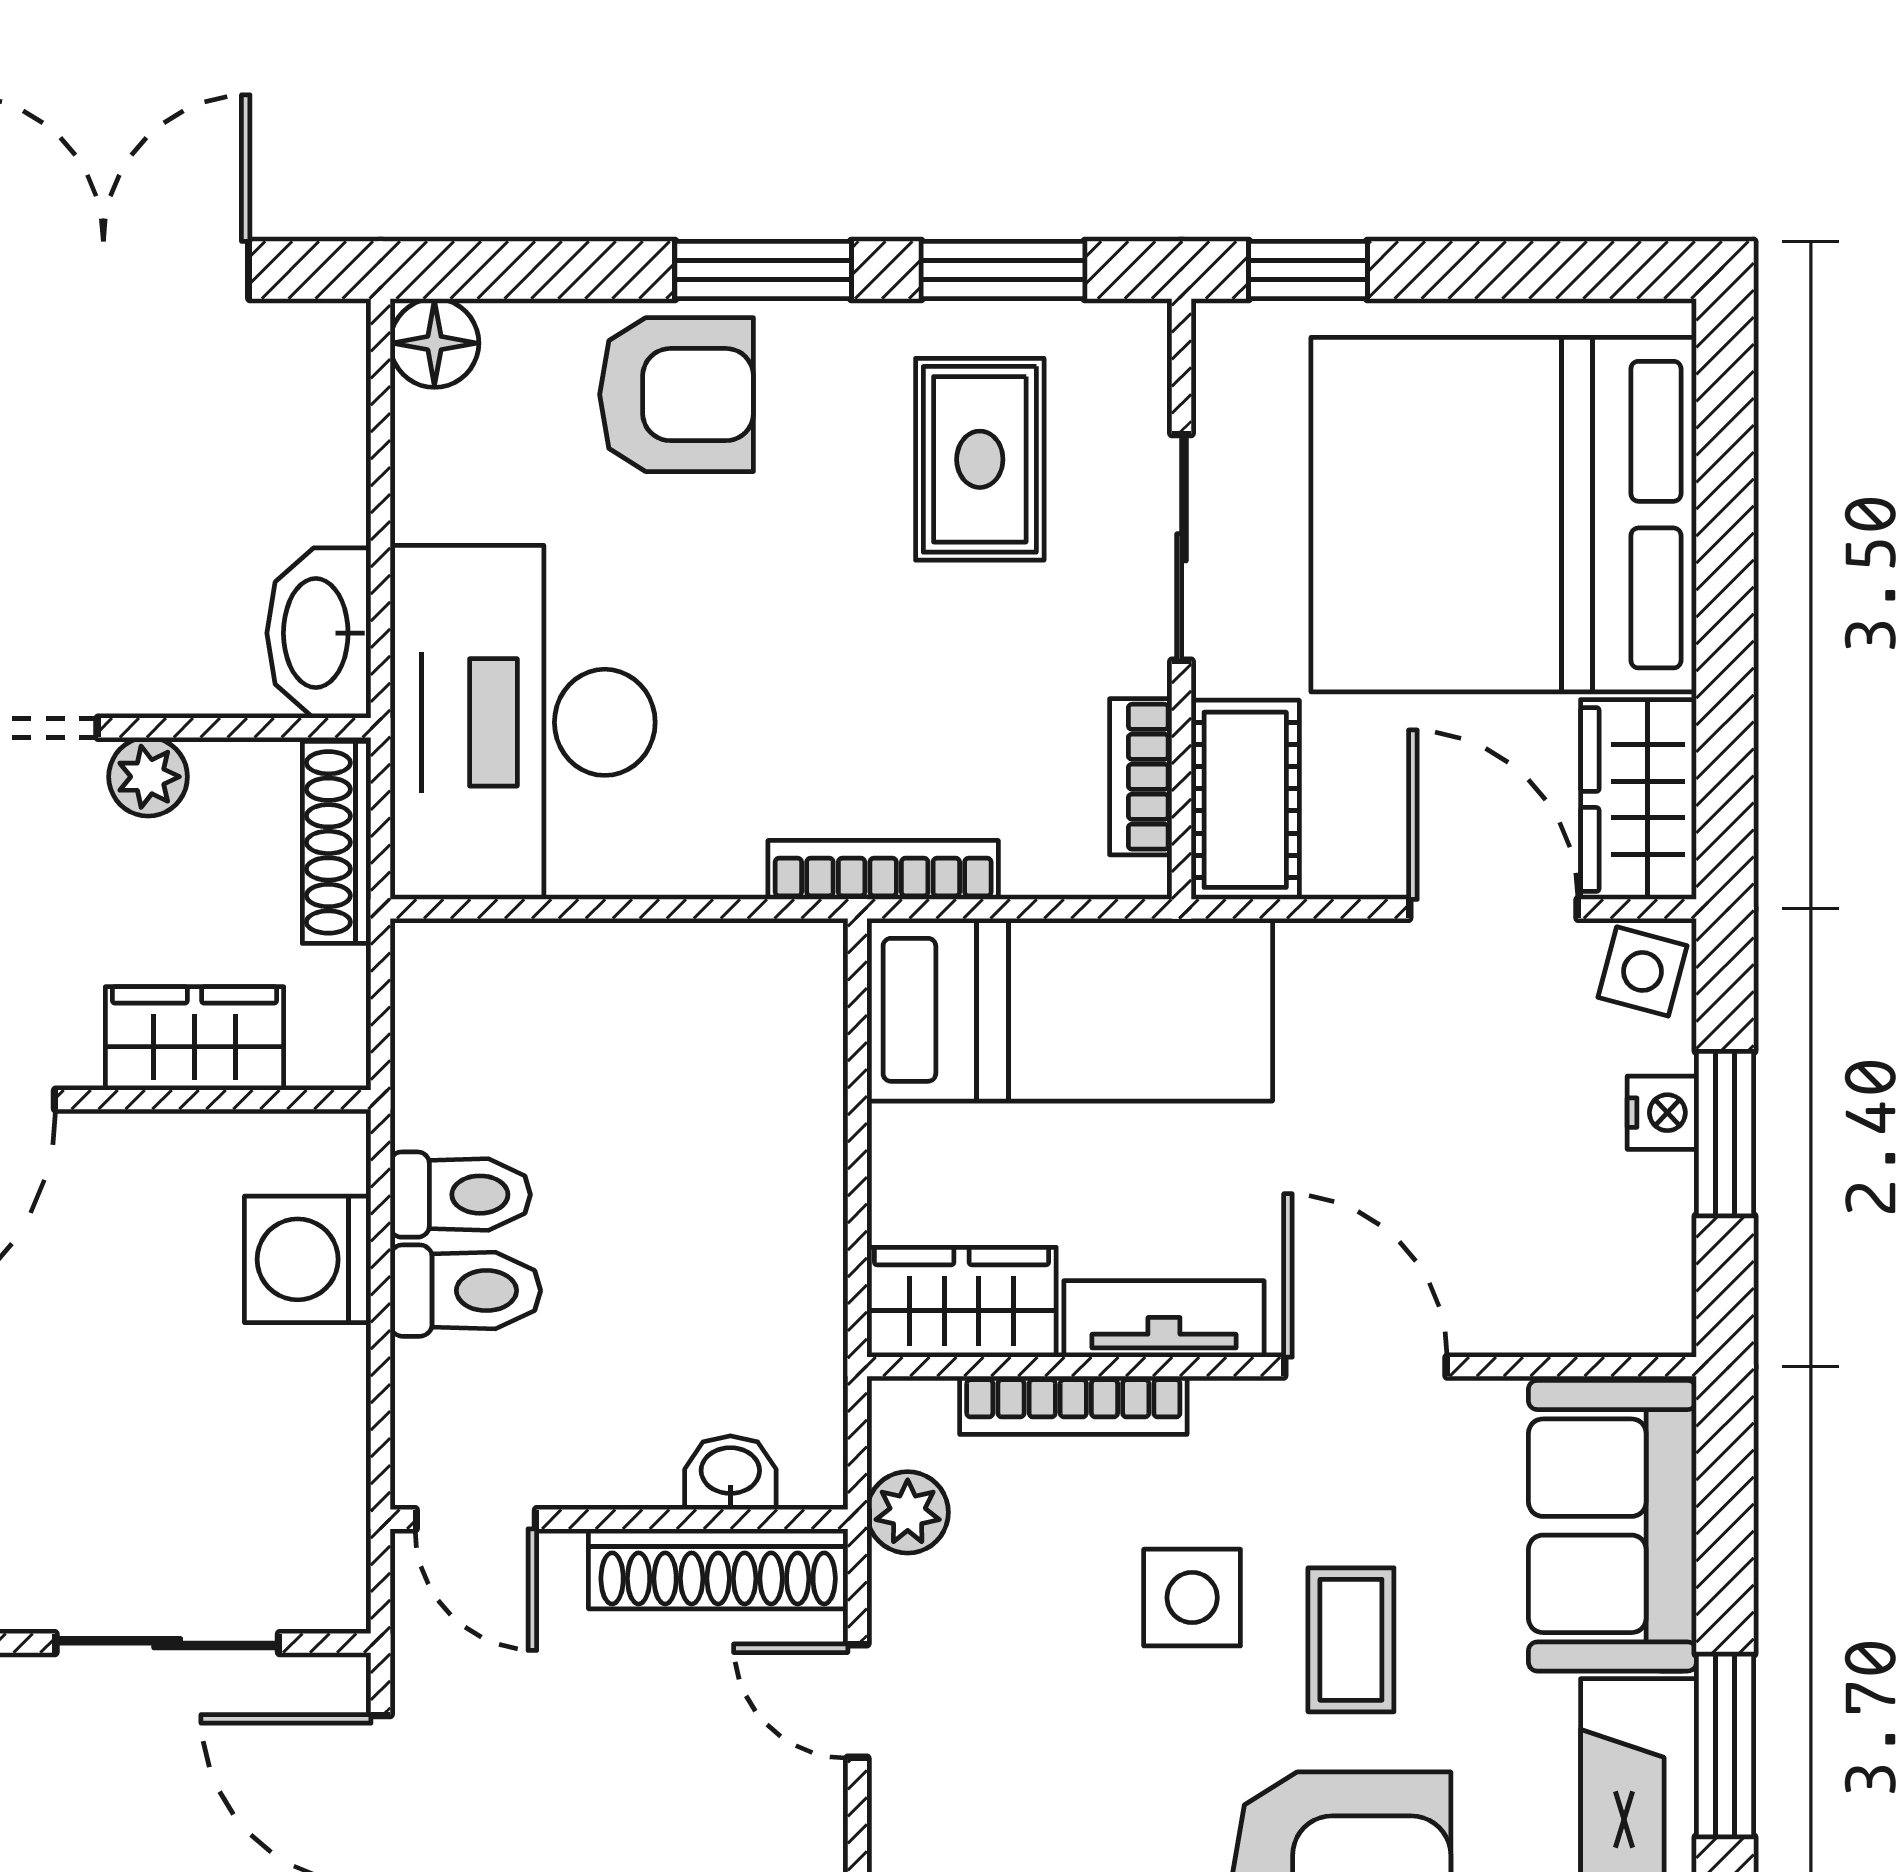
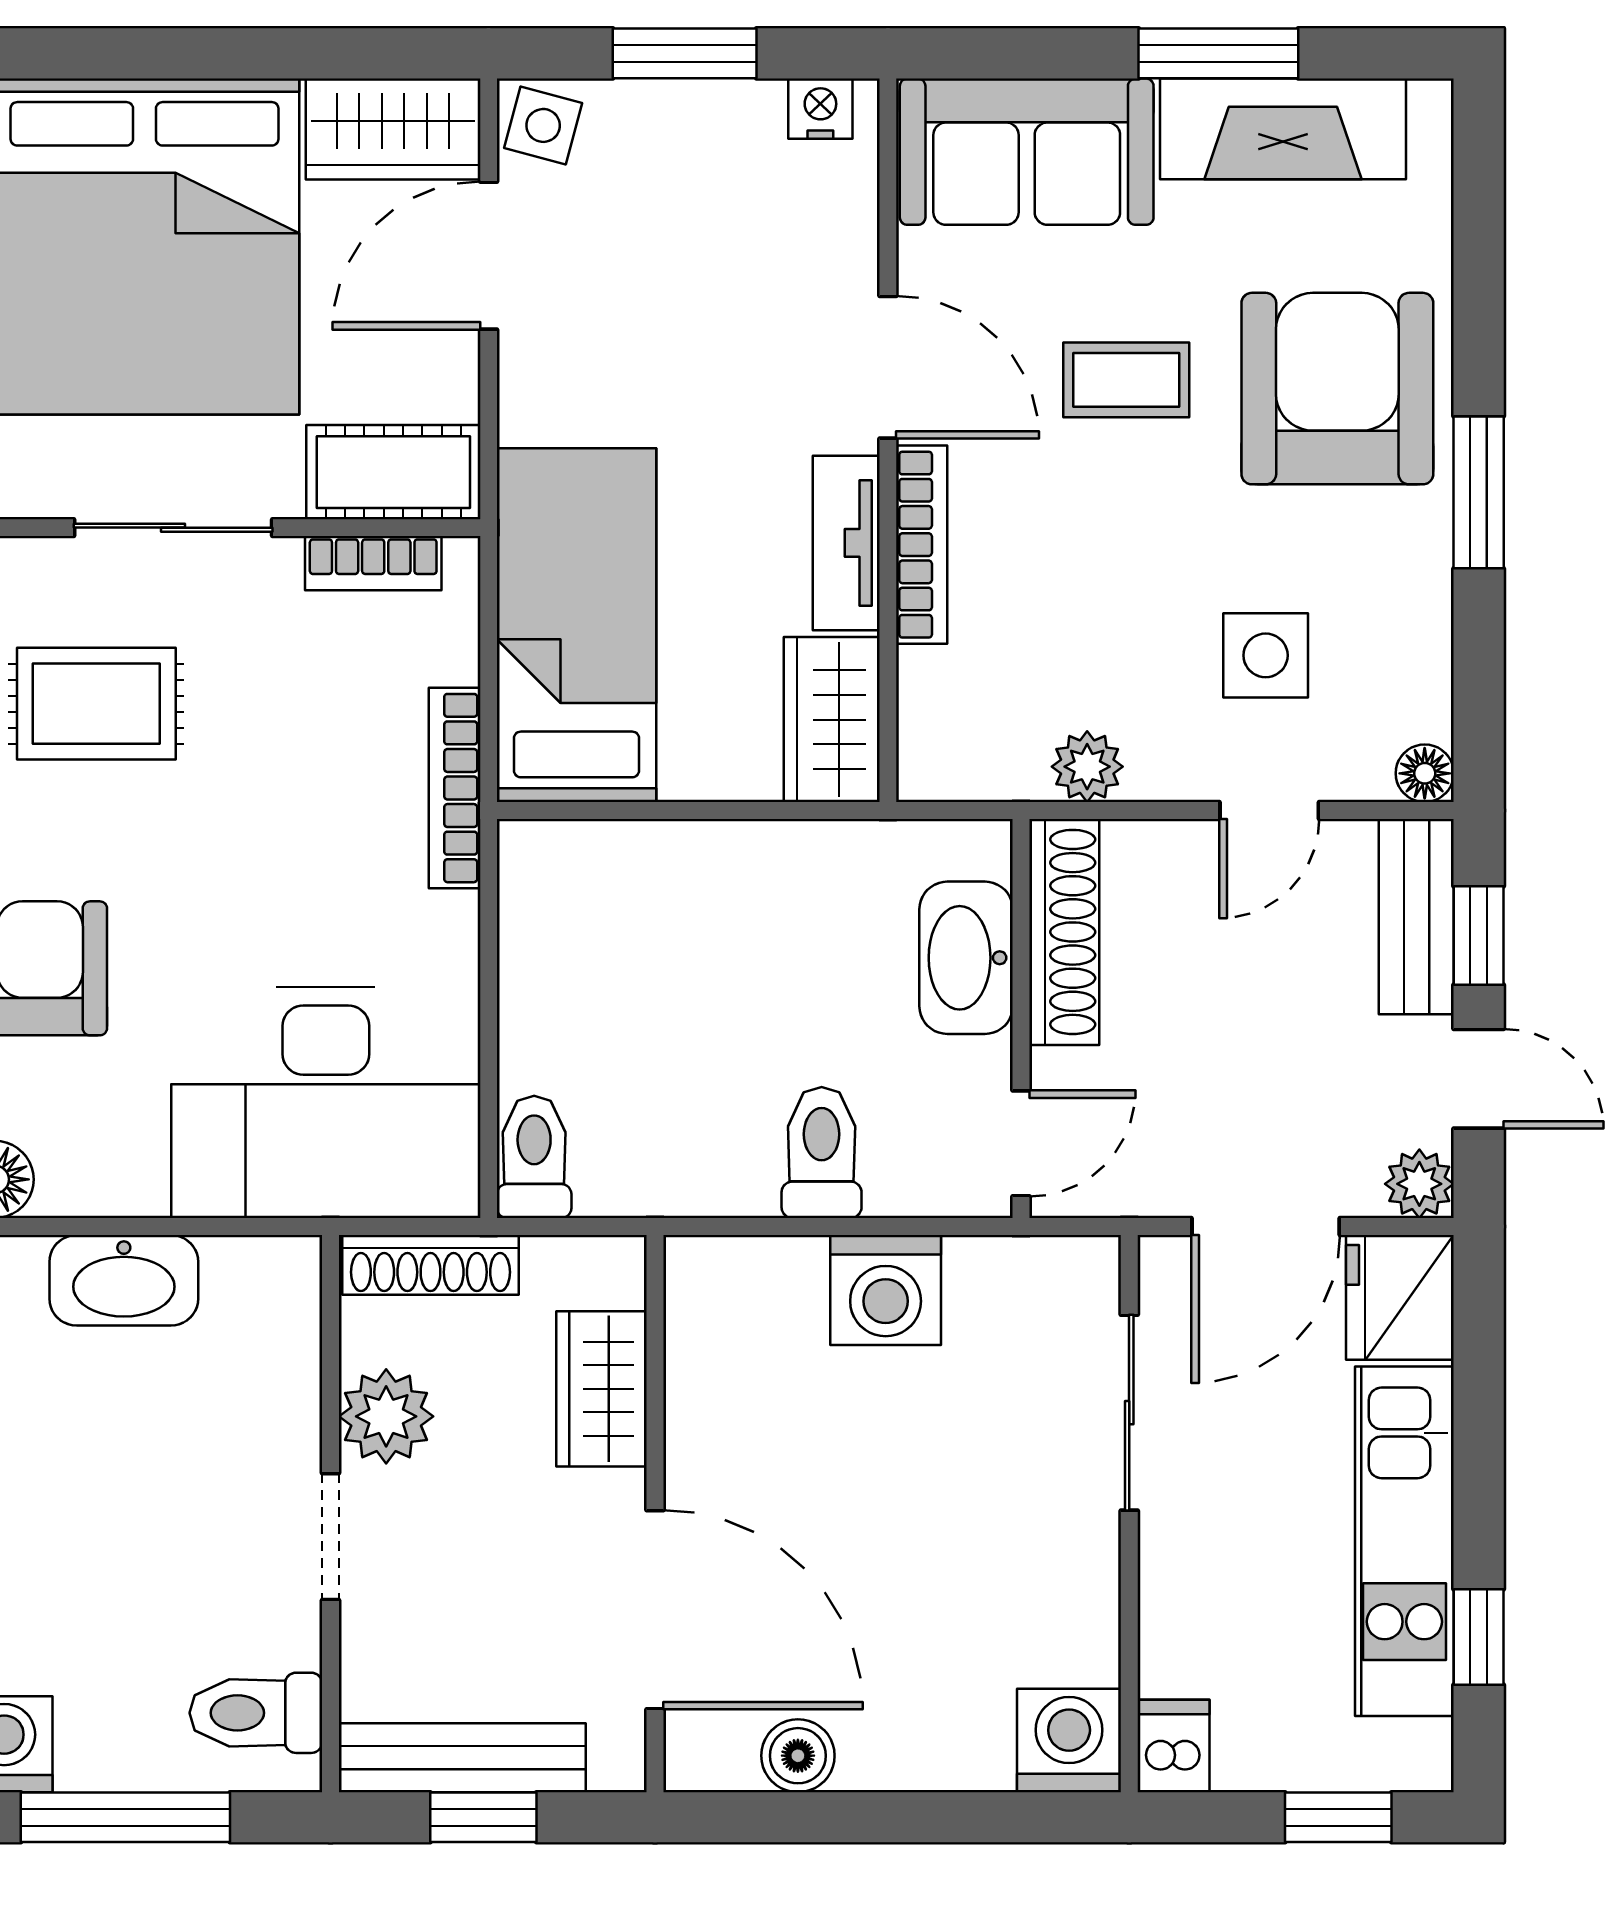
washbasin: (319, 633) -> (124, 1280), moved
plant: (148, 777) -> (386, 1416), width x1.38, depth x1.38
nightstand: (1662, 1113) -> (820, 109), moved
toilet: (460, 1195) -> (534, 1157), moved
washing machine: (308, 1259) -> (886, 1290), moved
door: (1365, 1367) -> (888, 367), swing flipped
bookcase: (1073, 1405) -> (922, 545), moved
washbasin: (730, 1473) -> (966, 958), width x1.91, depth x1.45
plant: (908, 1512) -> (1087, 767), moved
side table: (1192, 1598) -> (1266, 655), moved
door: (857, 1701) -> (1269, 811), moved

